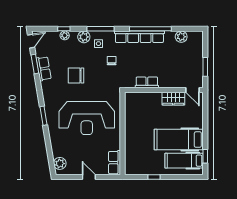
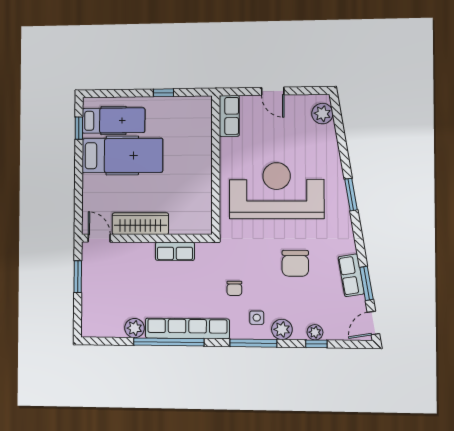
plant: (181, 37) -> (135, 328), moved
chair: (76, 75) -> (295, 263), turned 90
wardrobe: (173, 99) -> (140, 224), width x1.50

